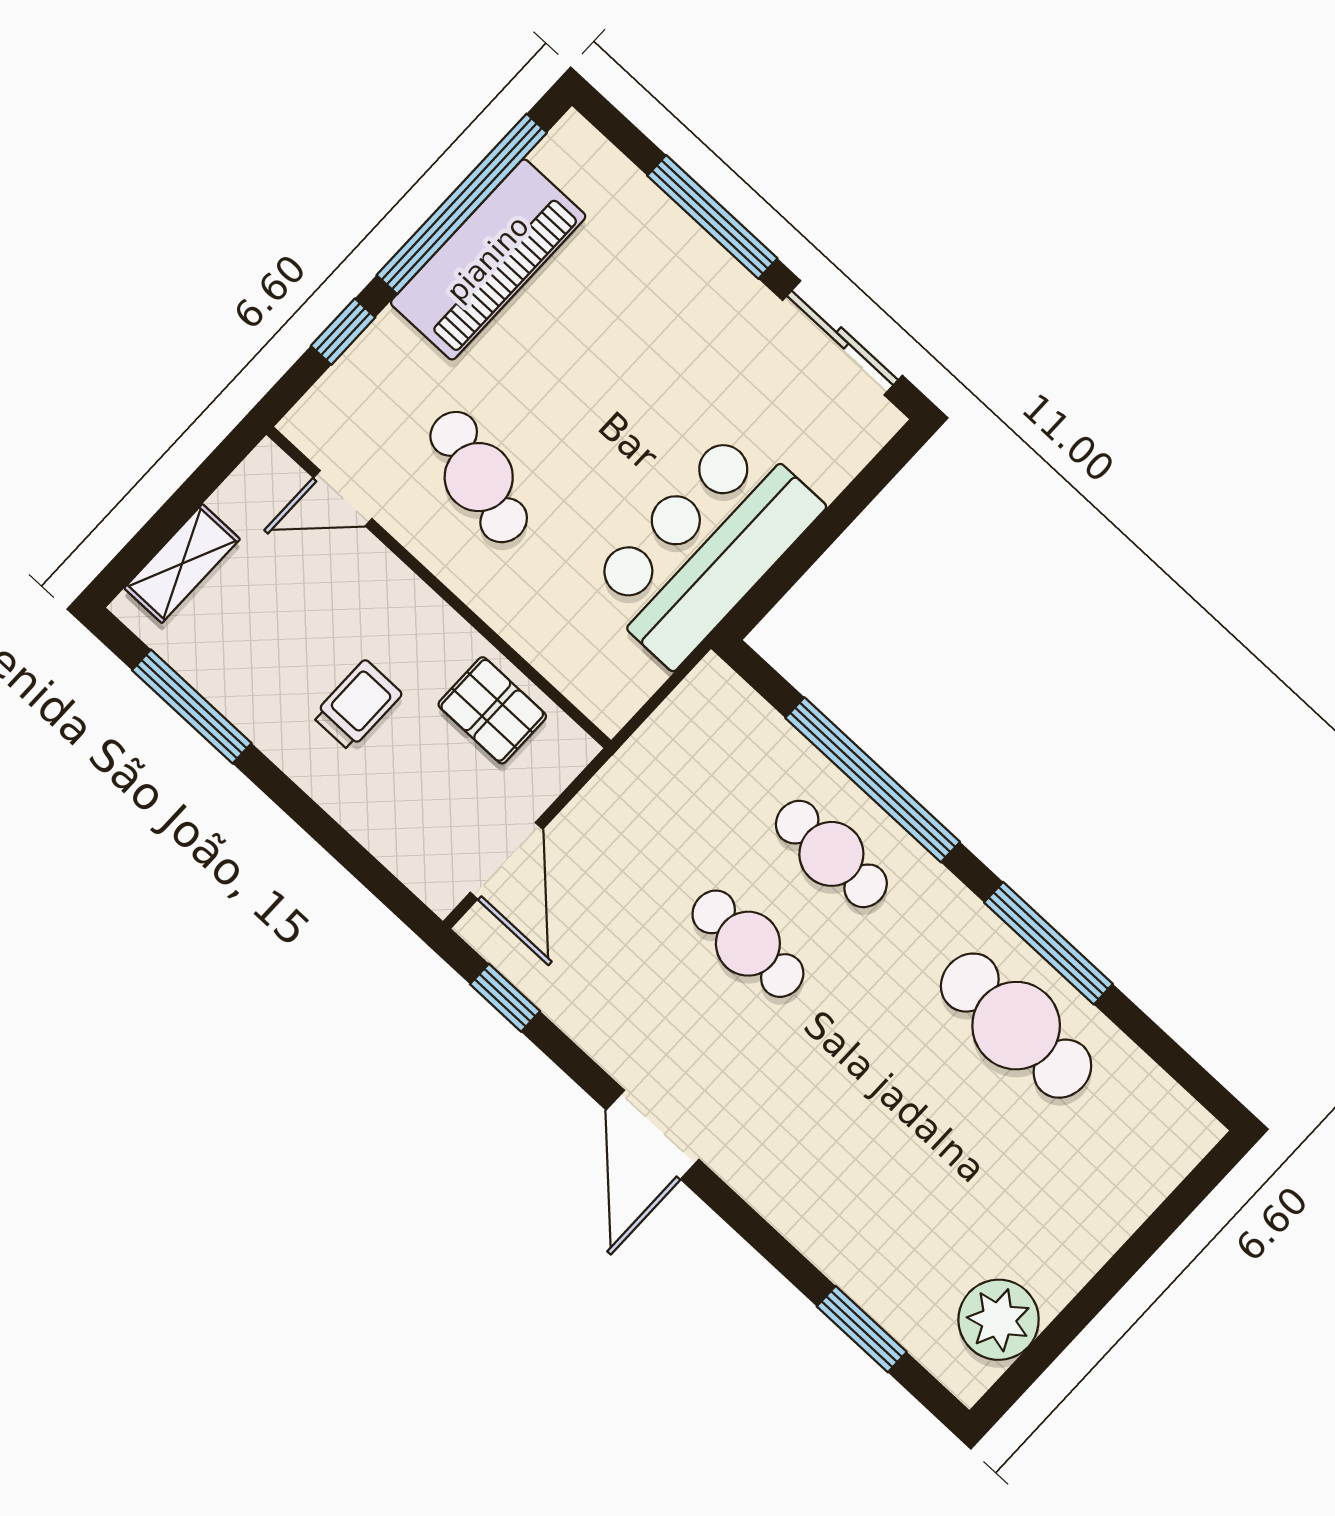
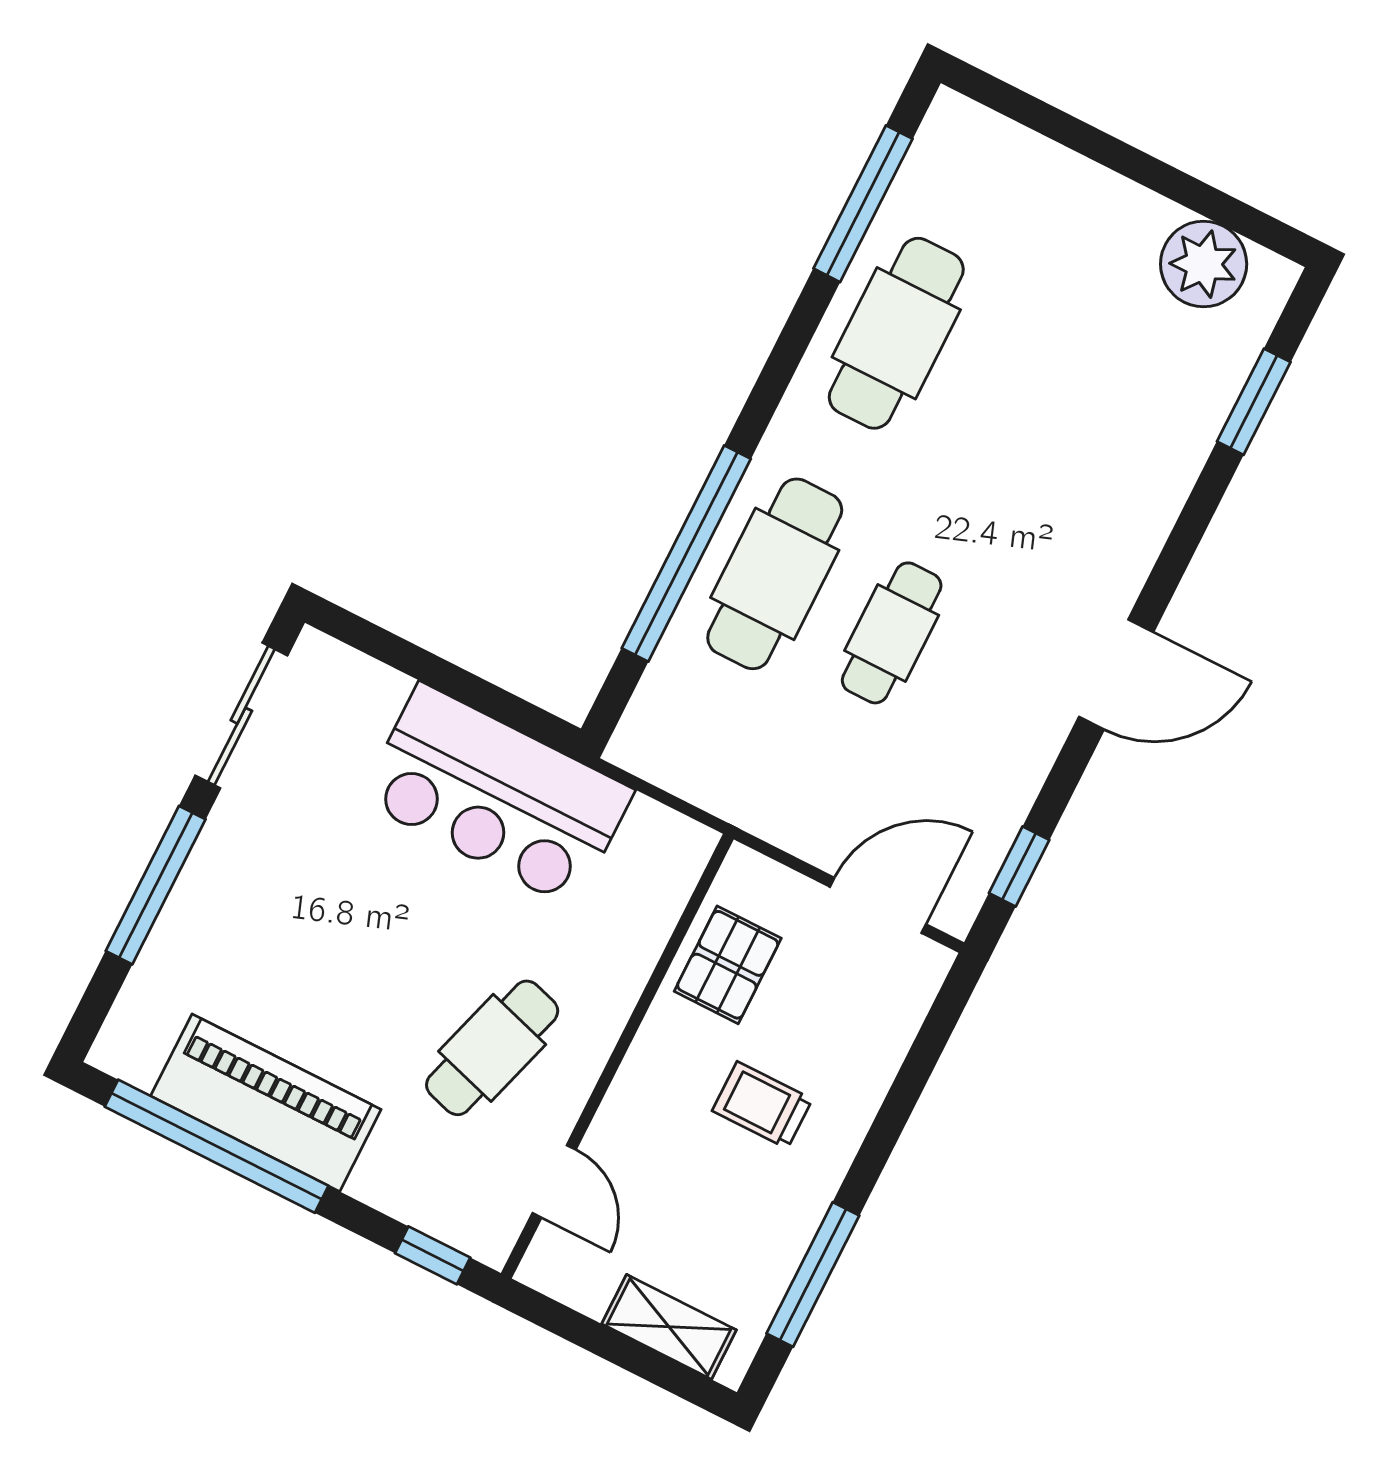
window: (343, 332) -> (433, 1255), moved
cafe table: (831, 854) -> (775, 574), width x1.37, depth x1.35
window: (1048, 943) -> (863, 204), moved

